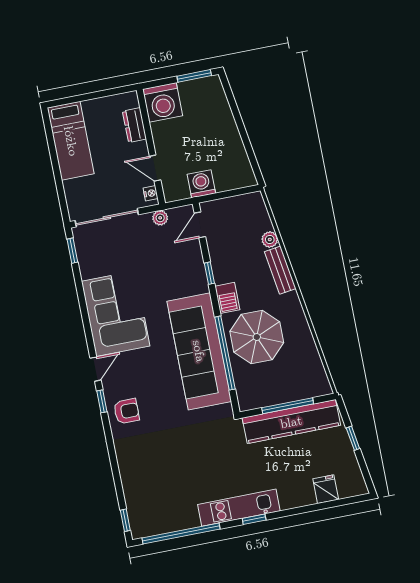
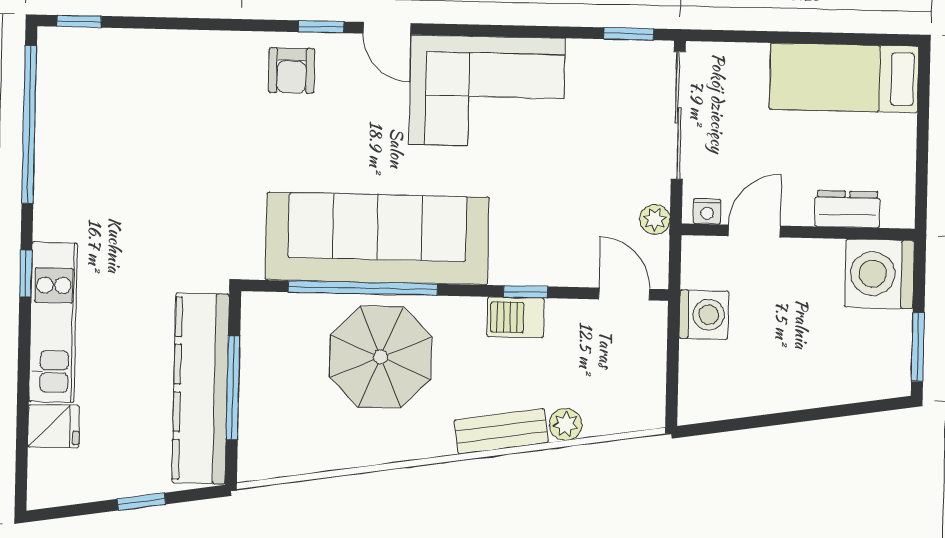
barbecue: (227, 298) -> (516, 317), moved
kitchen unit: (239, 508) -> (53, 322), moved

